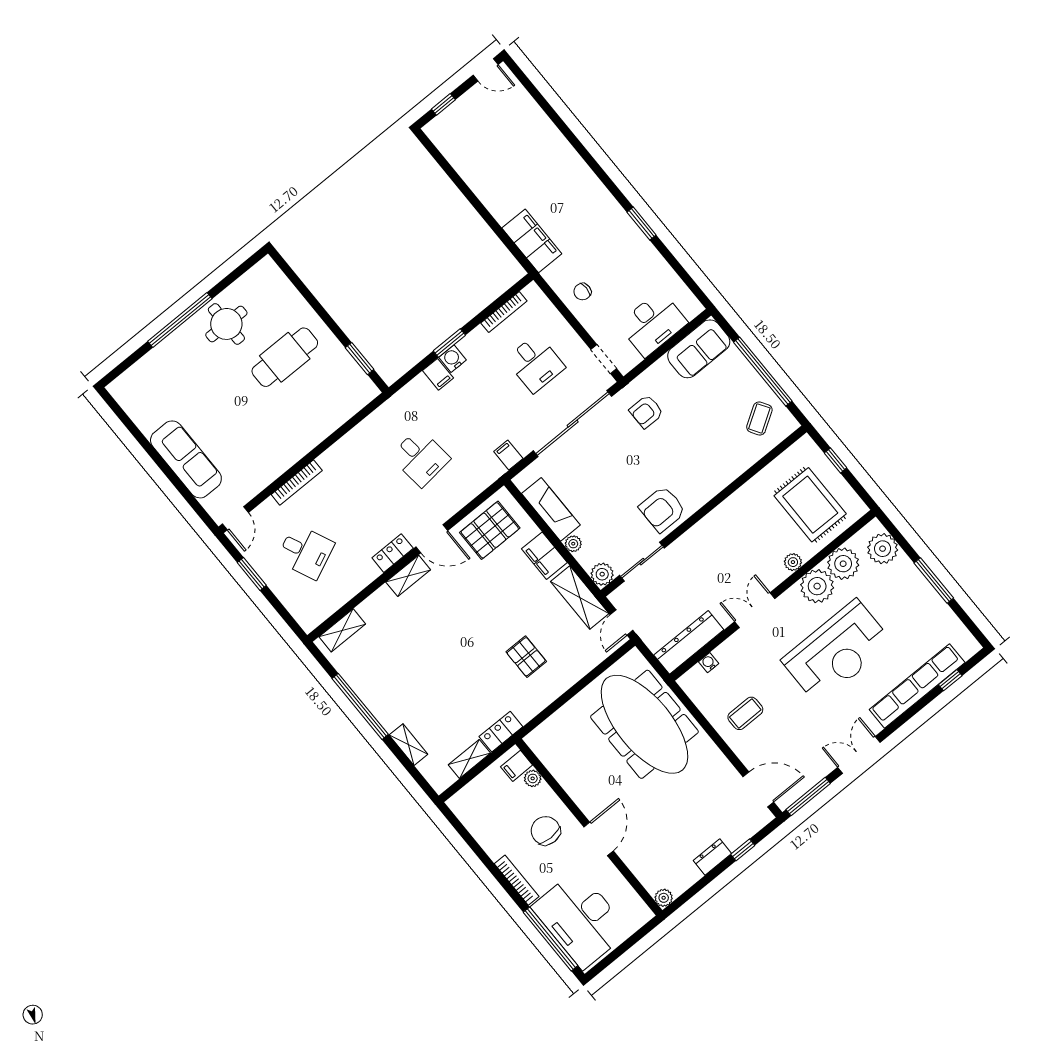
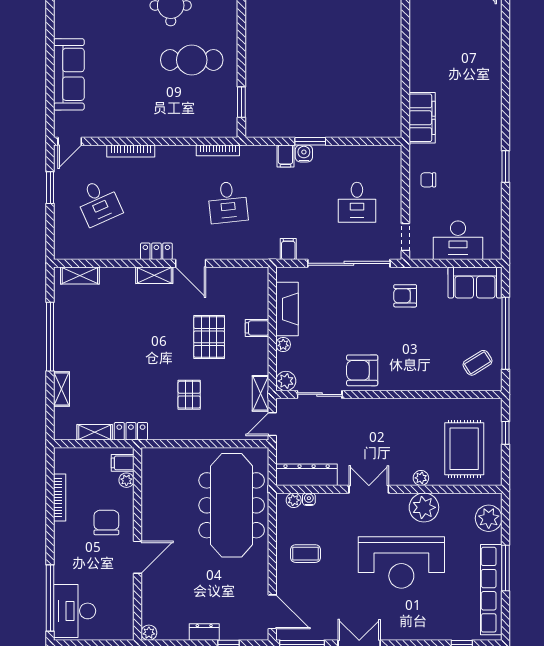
bookcase: (504, 312) -> (218, 150), moved
pallet: (490, 530) -> (209, 337), moved, turned 90
filing cabinet: (544, 556) -> (257, 328), width x0.50
plant: (843, 564) -> (294, 500), moved, width x0.53, depth x0.53
shelving: (580, 597) -> (261, 393), width x0.67, depth x0.75
row of seats: (917, 686) -> (491, 590), moved, turned -90
bookcase: (517, 880) -> (60, 498), moved
desk: (580, 919) -> (75, 611), width x0.73, depth x0.77

